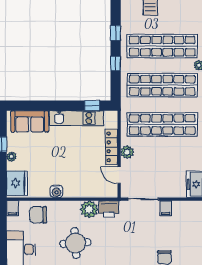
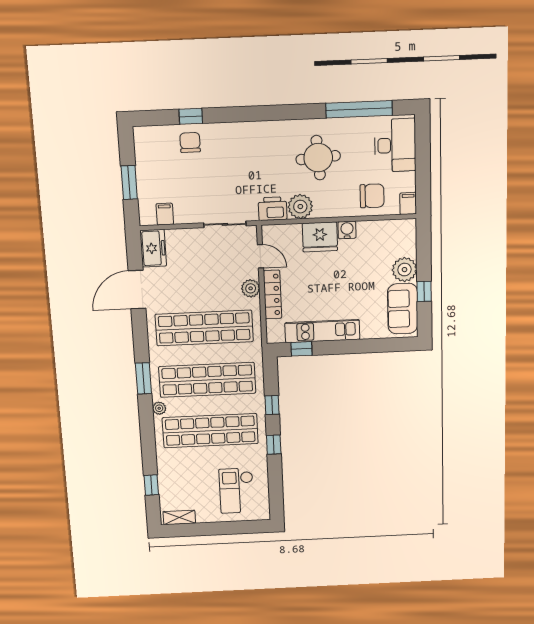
sofa: (30, 121) -> (403, 309), moved, turned -90
plant: (12, 157) -> (405, 270), width x1.87, depth x1.87
fridge: (17, 183) -> (320, 237), moved, turned -90
filing cabinet: (166, 208) -> (165, 214), moved

